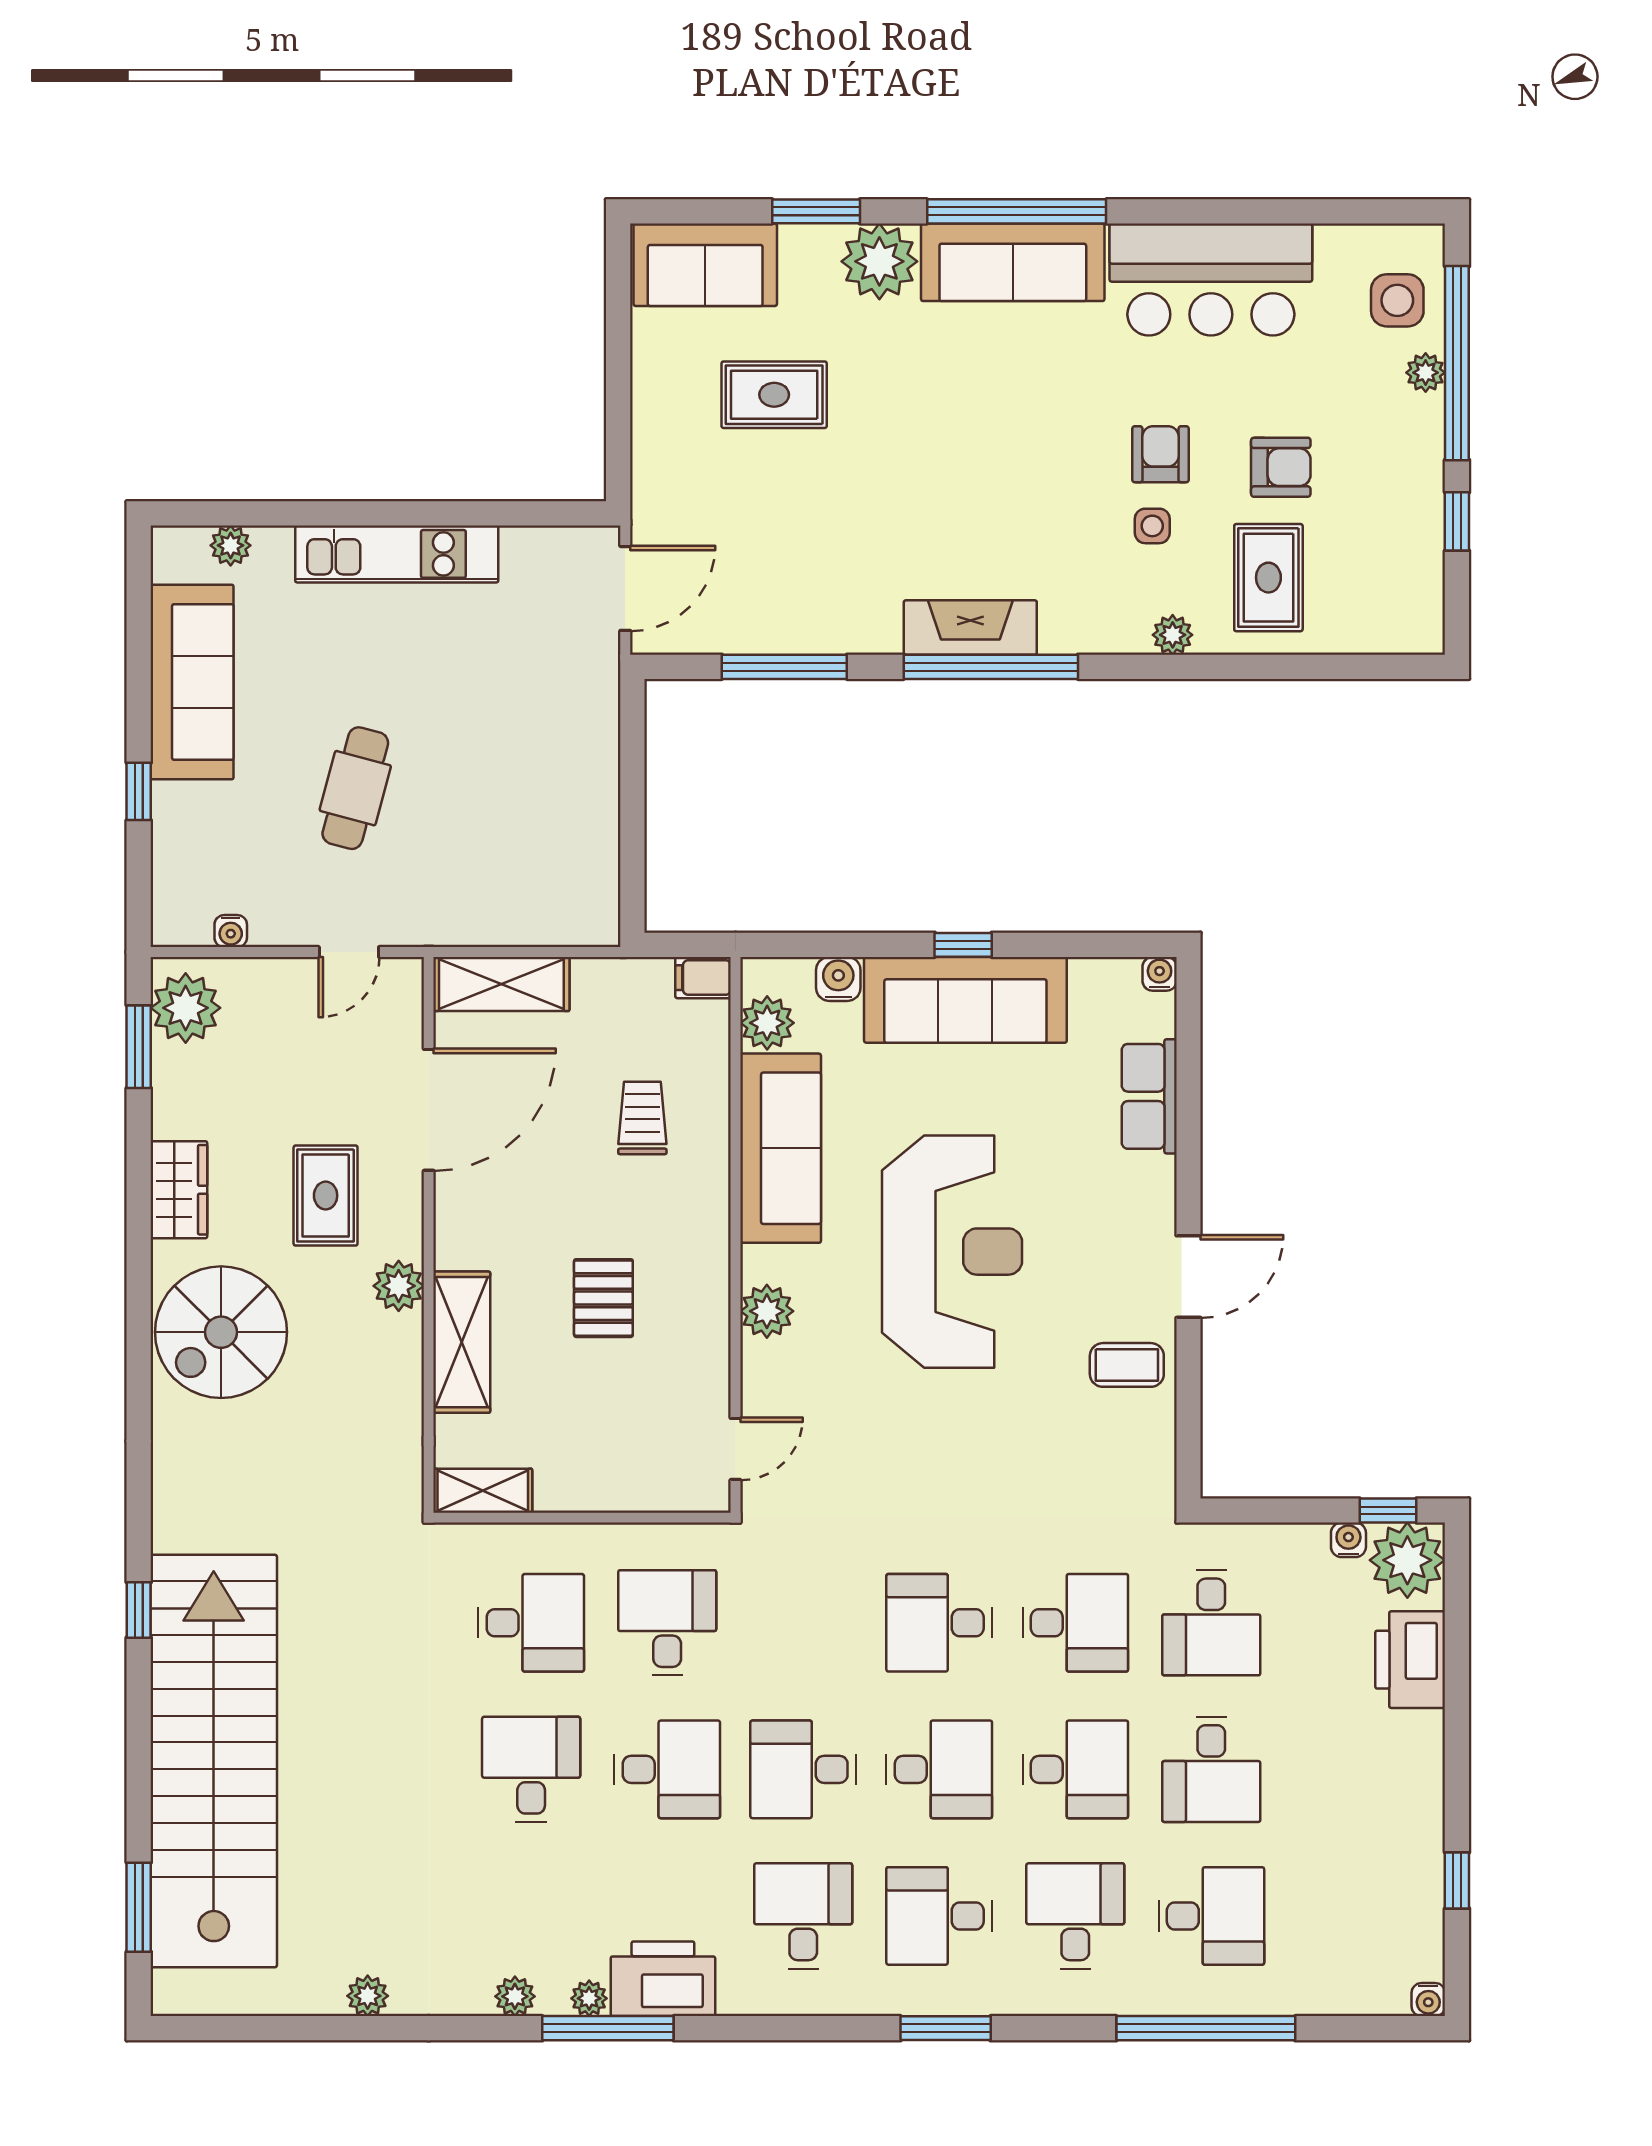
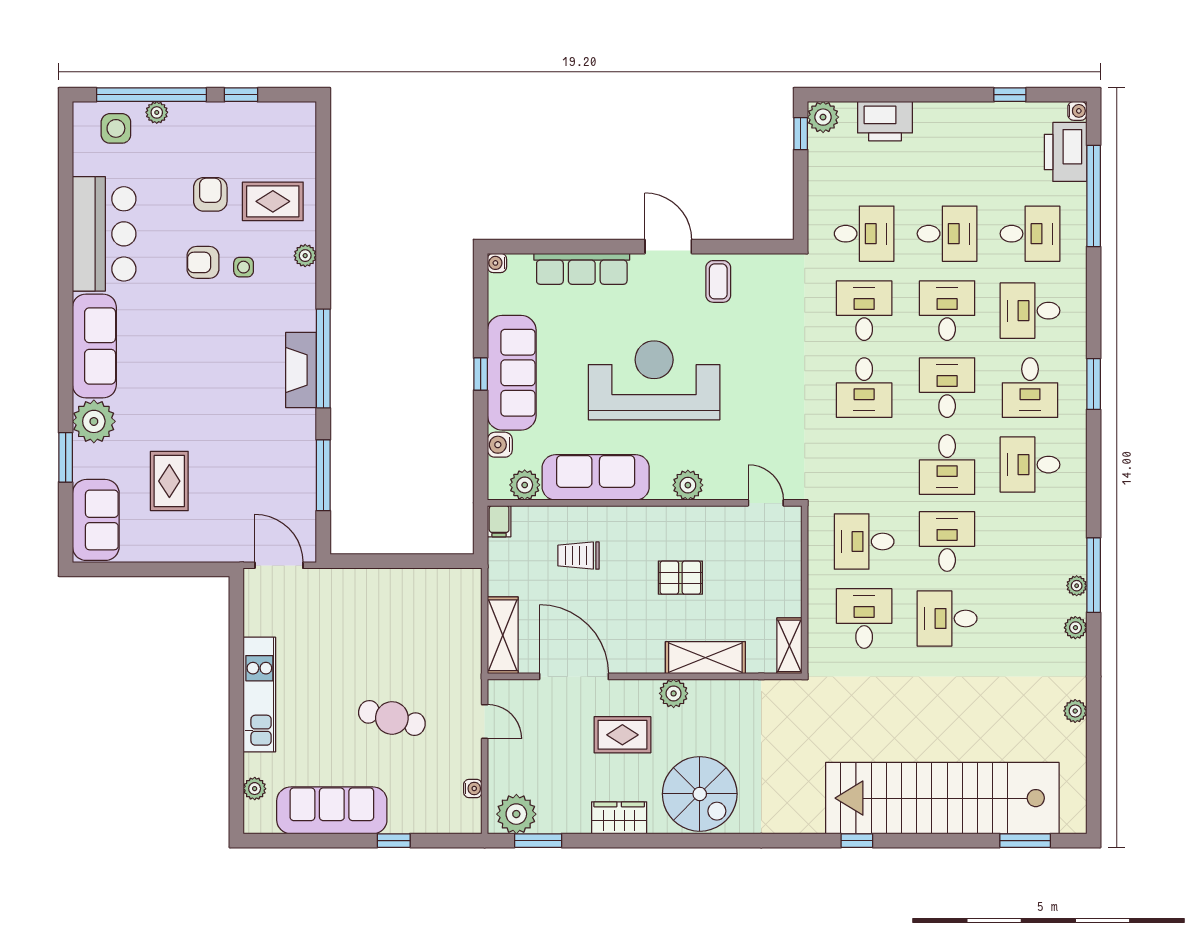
window: (1017, 211) -> (66, 344), removed
row of seats: (1149, 1096) -> (582, 269), width x1.48
water cooler: (1348, 1540) -> (817, 156), removed
plant: (1407, 1560) -> (823, 117), width x0.73, depth x0.73
desk: (1211, 1916) -> (1030, 234), turned 90
printer: (663, 1979) -> (1066, 152), moved
window: (1206, 2028) -> (1094, 196), moved

